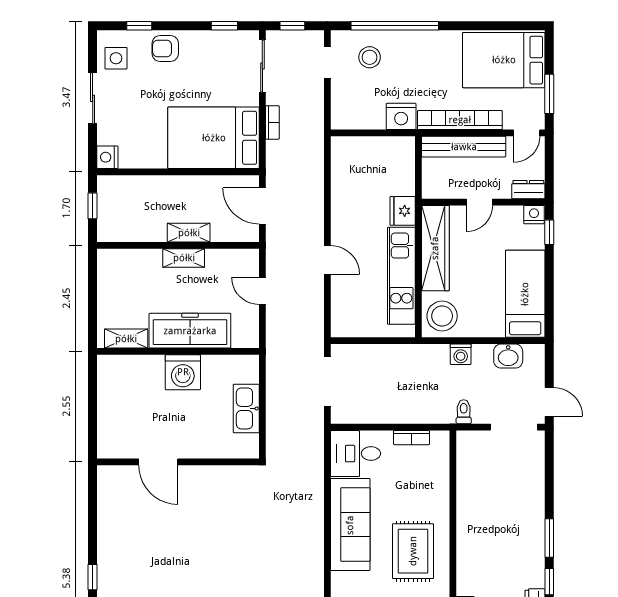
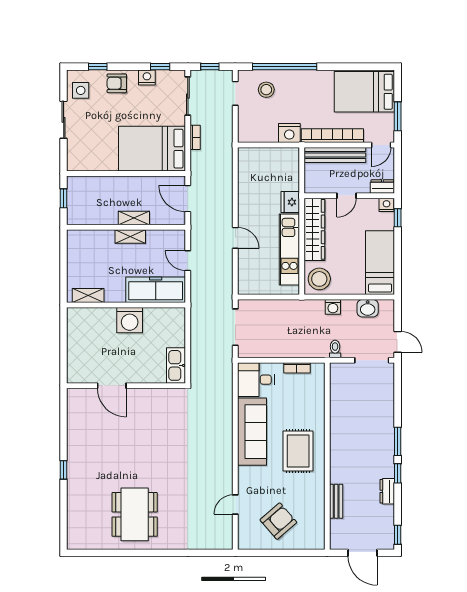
nightstand: (107, 157) -> (147, 77), moved, turned 90
freezer: (190, 331) -> (156, 290), moved
kitchen sink: (246, 408) -> (176, 365), moved

